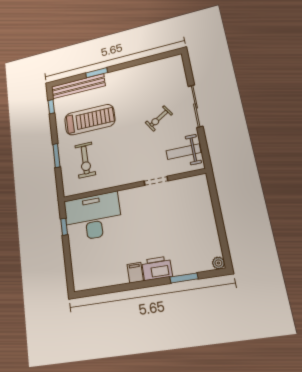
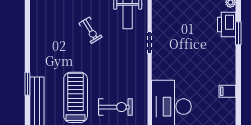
printer: (157, 268) -> (227, 24), moved
filing cabinet: (135, 273) -> (227, 91), moved

